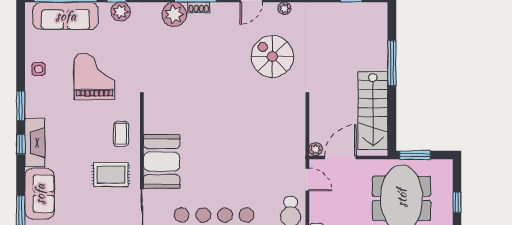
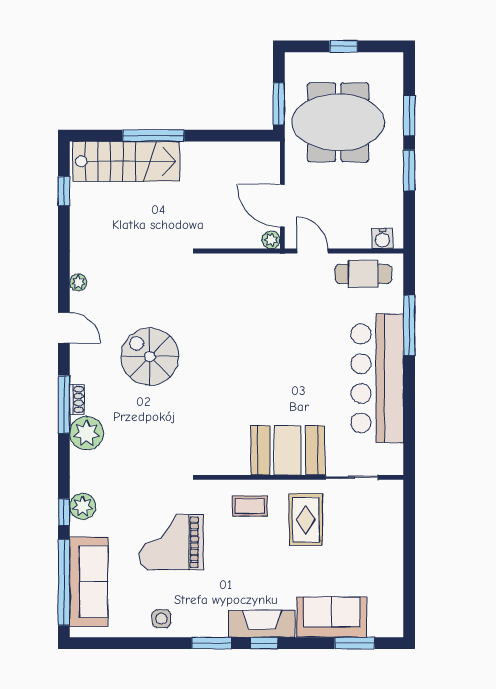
spiral stairs: (272, 57) -> (150, 357), moved, turned 90
stairs: (373, 110) -> (126, 161), moved
door: (307, 180) -> (312, 251), hinge flipped

